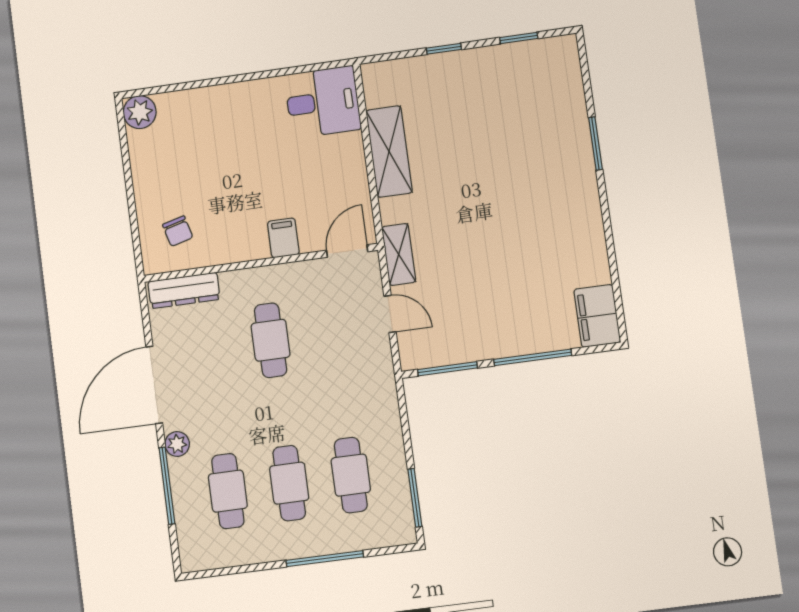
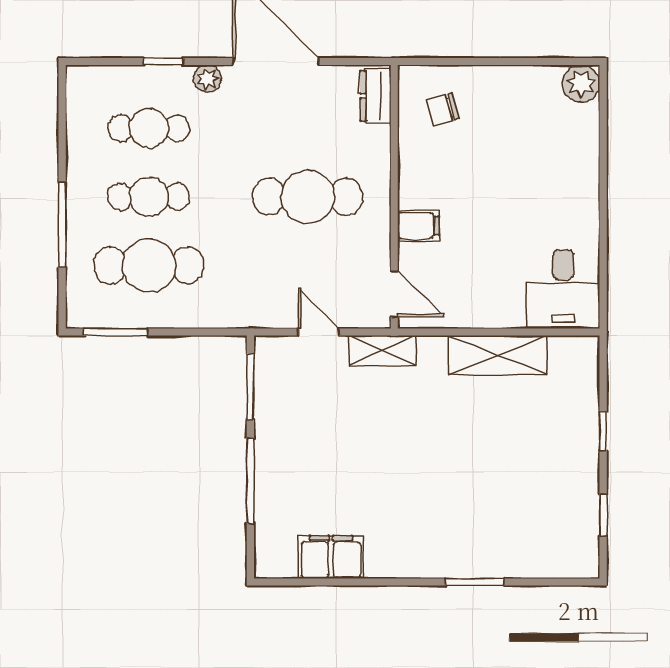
dresser: (184, 290) -> (375, 96), width x0.70
door: (390, 314) -> (319, 332), swing flipped
filing cabinet: (597, 316) -> (331, 557), moved
cafe table: (271, 340) -> (308, 197), width x1.37, depth x1.35
cafe table: (351, 475) -> (149, 265), width x1.37, depth x1.35
window: (167, 486) -> (163, 62), width x0.46

